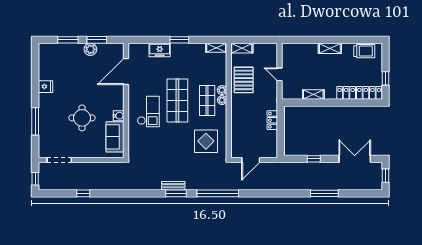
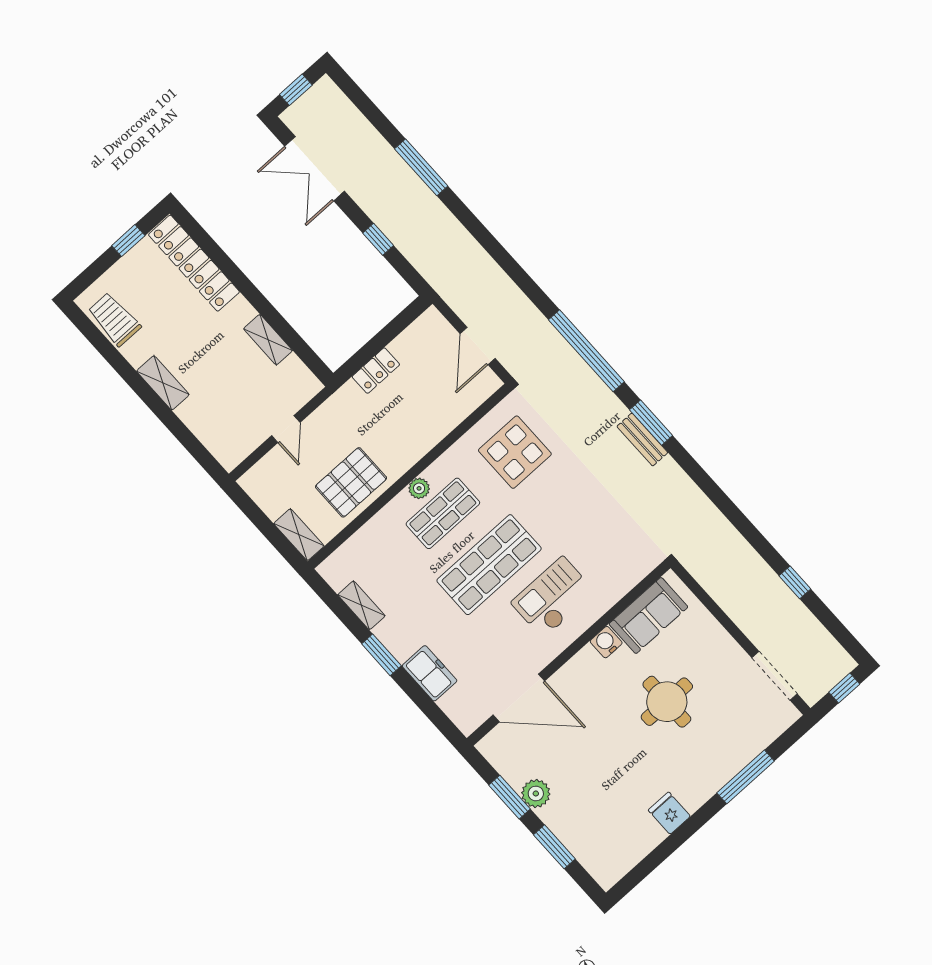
shelving: (216, 48) -> (362, 605), moved
plant: (222, 90) -> (402, 504), removed
door: (251, 160) -> (478, 346), swing flipped

